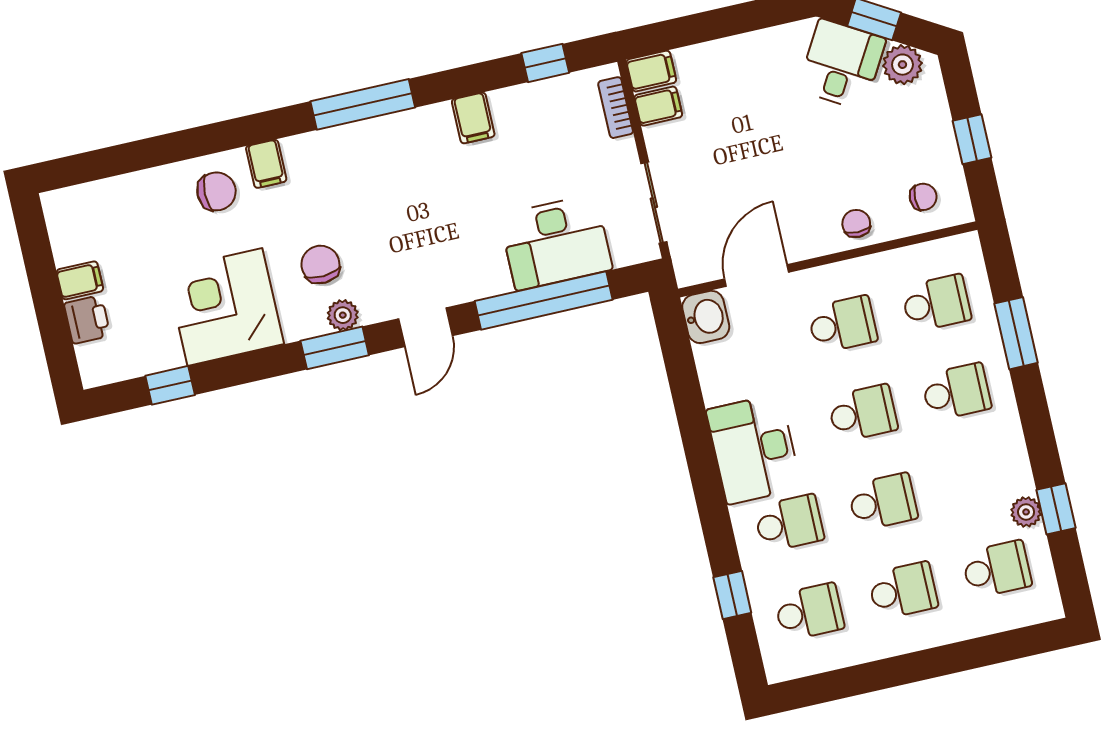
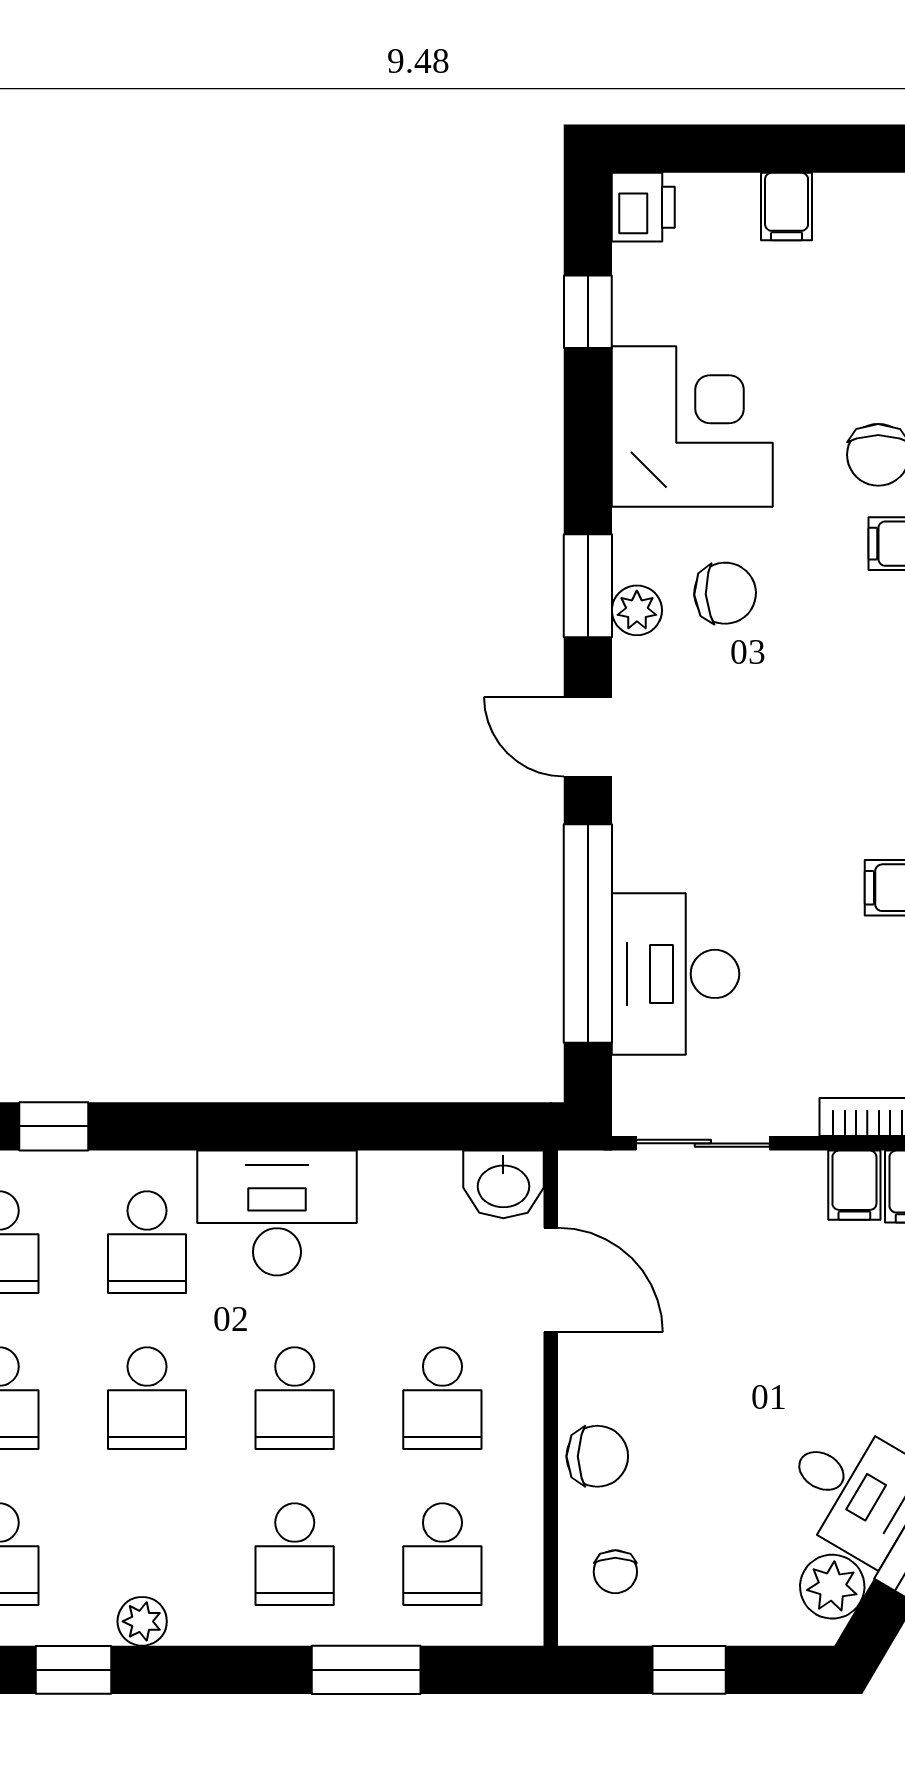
chair: (856, 223) -> (597, 1456), width x1.37, depth x1.37
printer: (87, 320) -> (643, 207), moved, turned -90
plant: (1026, 512) -> (142, 1621), moved

